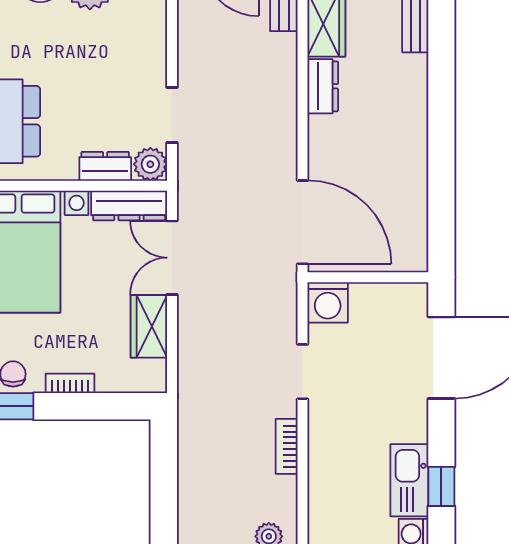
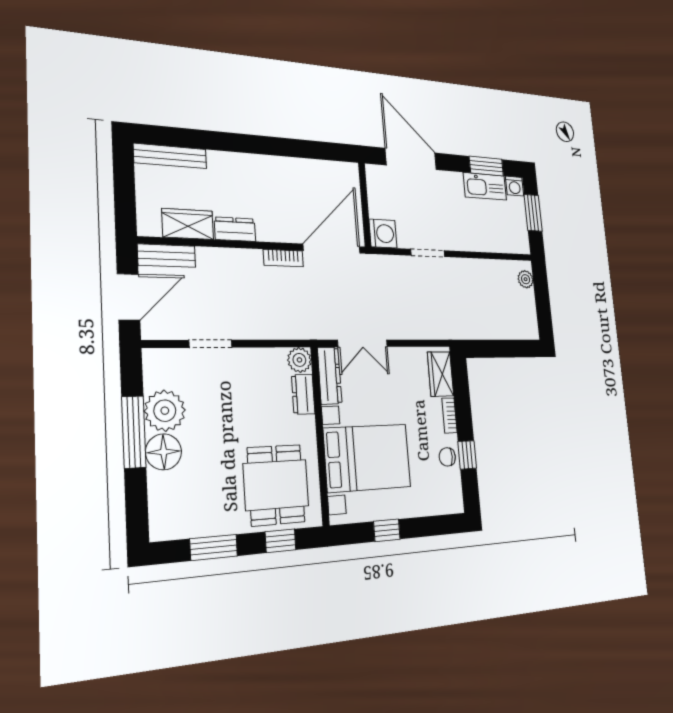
doorway: (172, 115) -> (210, 344), moved
wardrobe: (149, 326) -> (441, 374), moved, turned 90
bookcase: (287, 446) -> (283, 258), moved
window: (441, 486) -> (486, 166), width x1.50

